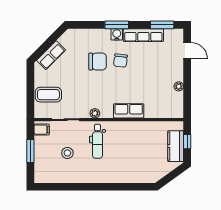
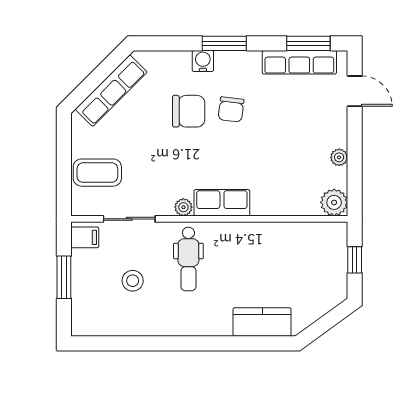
water cooler: (117, 34) -> (203, 61), moved
row of seats: (143, 35) -> (299, 62), moved
row of seats: (51, 55) -> (111, 91), width x1.48
row of seats: (129, 111) -> (222, 203), moved
plant: (176, 111) -> (334, 202), added
kitchen counter: (176, 146) -> (262, 322), moved, turned 90

